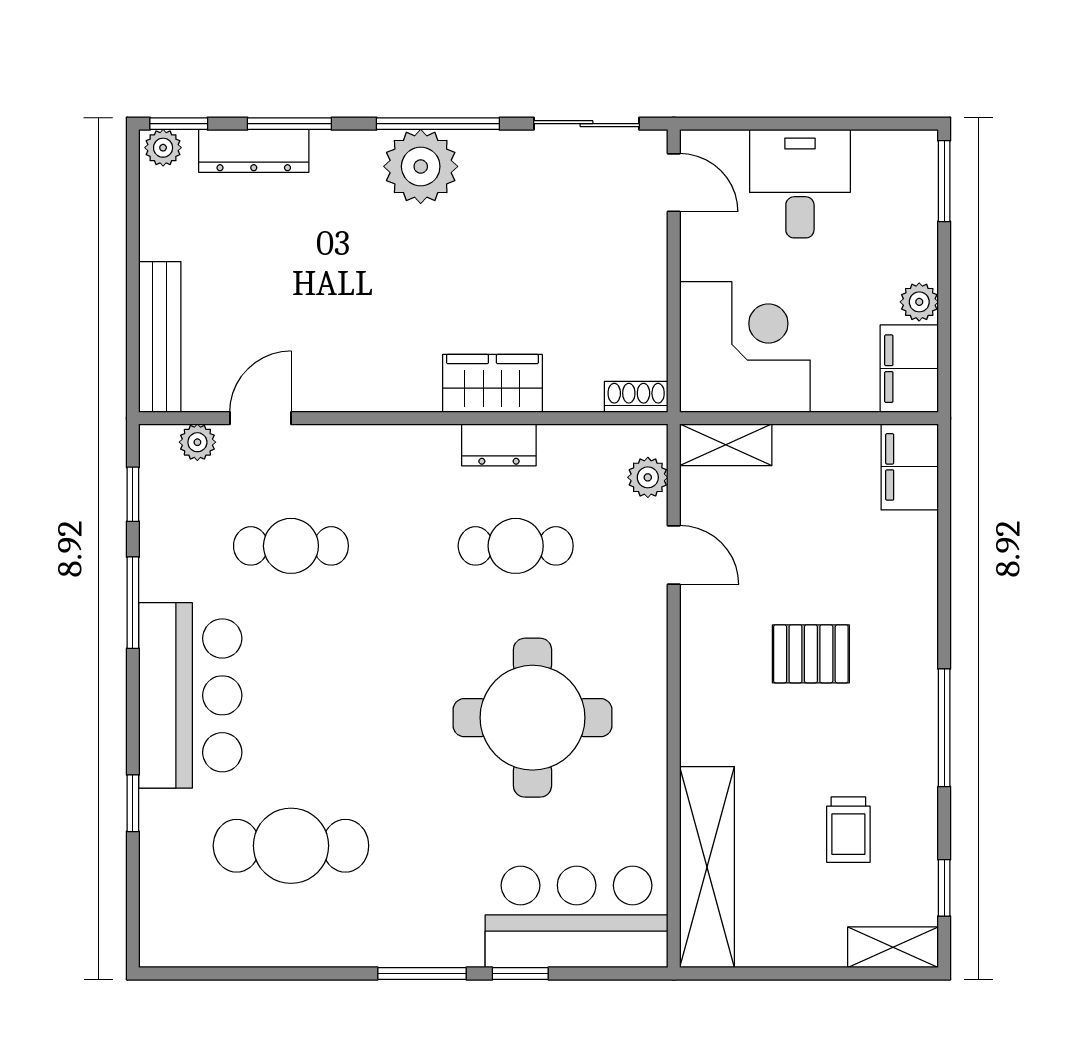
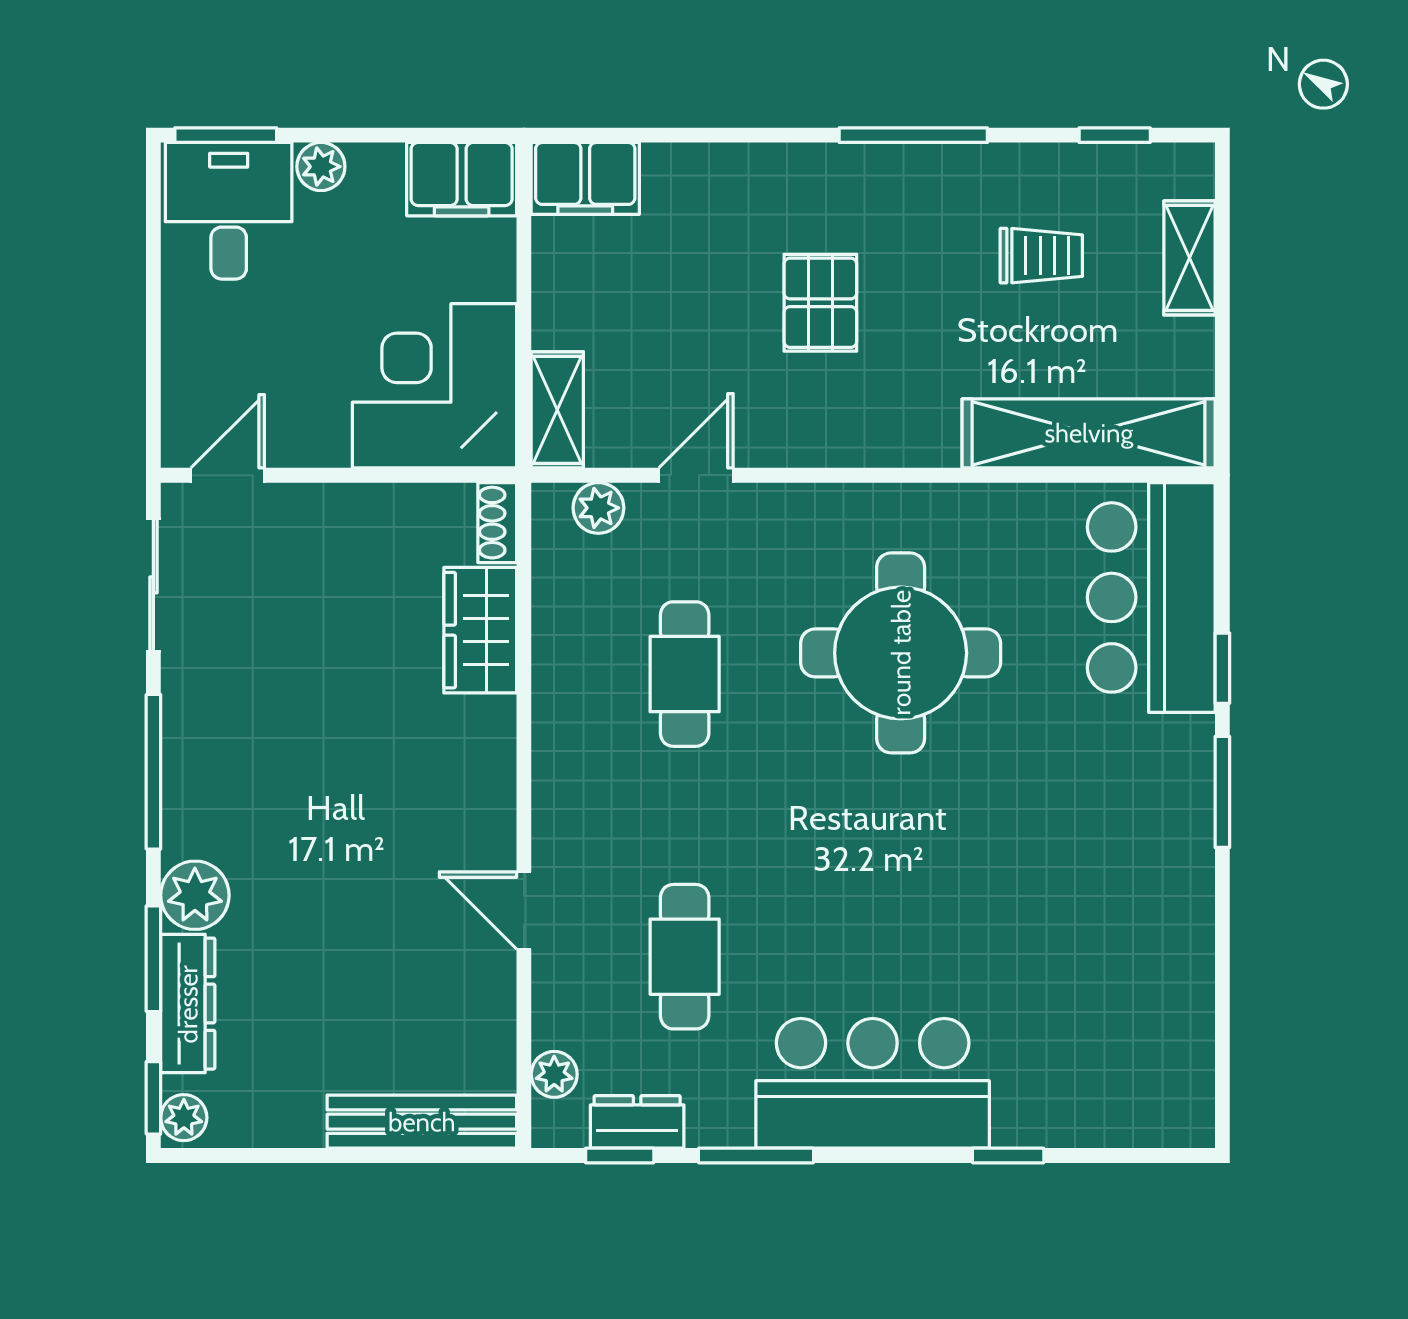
plant: (421, 166) -> (195, 895), moved, width x0.73, depth x0.73
desk: (800, 184) -> (229, 211), moved, turned 90
plant: (919, 302) -> (321, 167), moved
wardrobe: (492, 383) -> (480, 630), moved
door: (260, 418) -> (524, 910), moved
dresser: (499, 445) -> (637, 1122), moved, turned -90
cafe table: (291, 846) -> (1062, 957), removed
shelving: (893, 947) -> (1189, 258), moved

